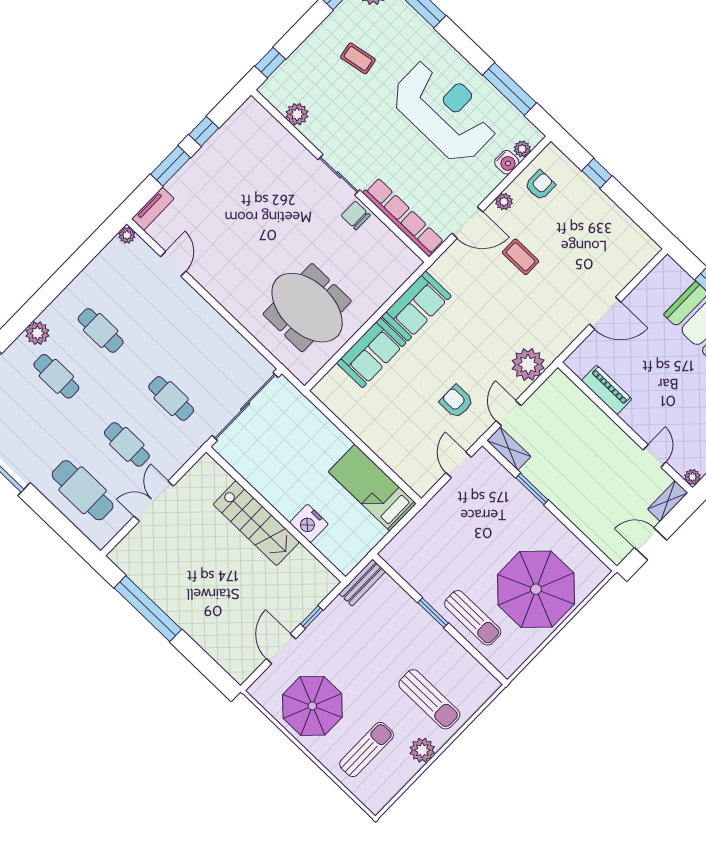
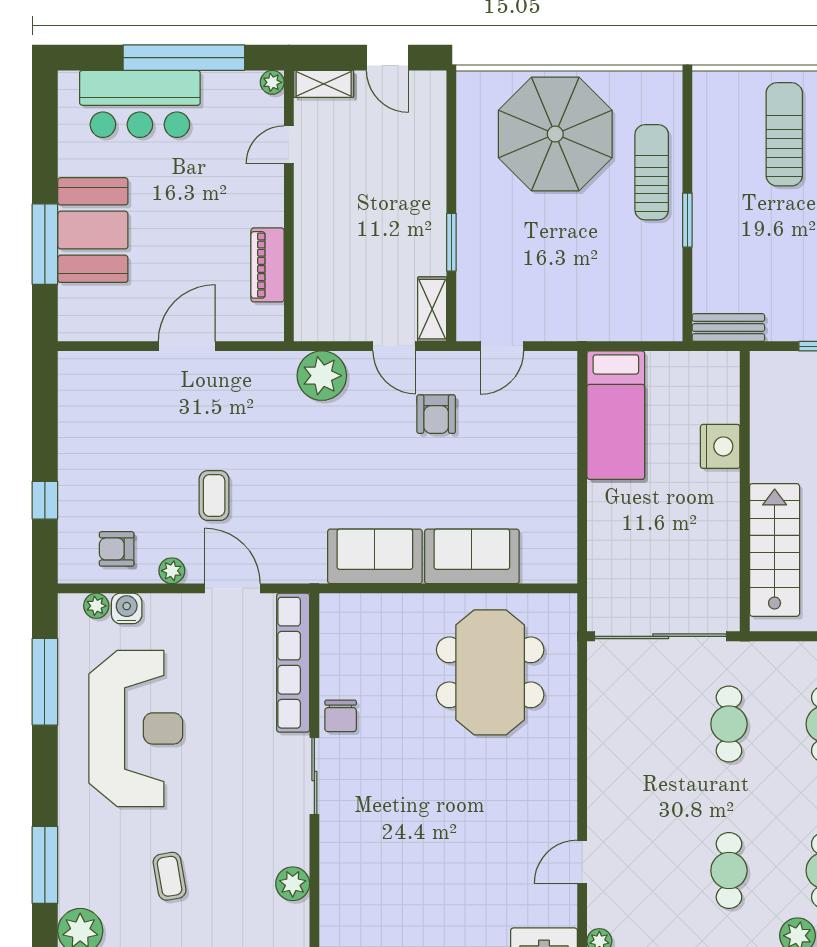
reception desk: (445, 111) -> (136, 728), turned 180
door: (605, 313) -> (187, 346), hinge flipped
door: (509, 413) -> (394, 346), hinge flipped
stairs: (256, 523) -> (775, 550), moved

